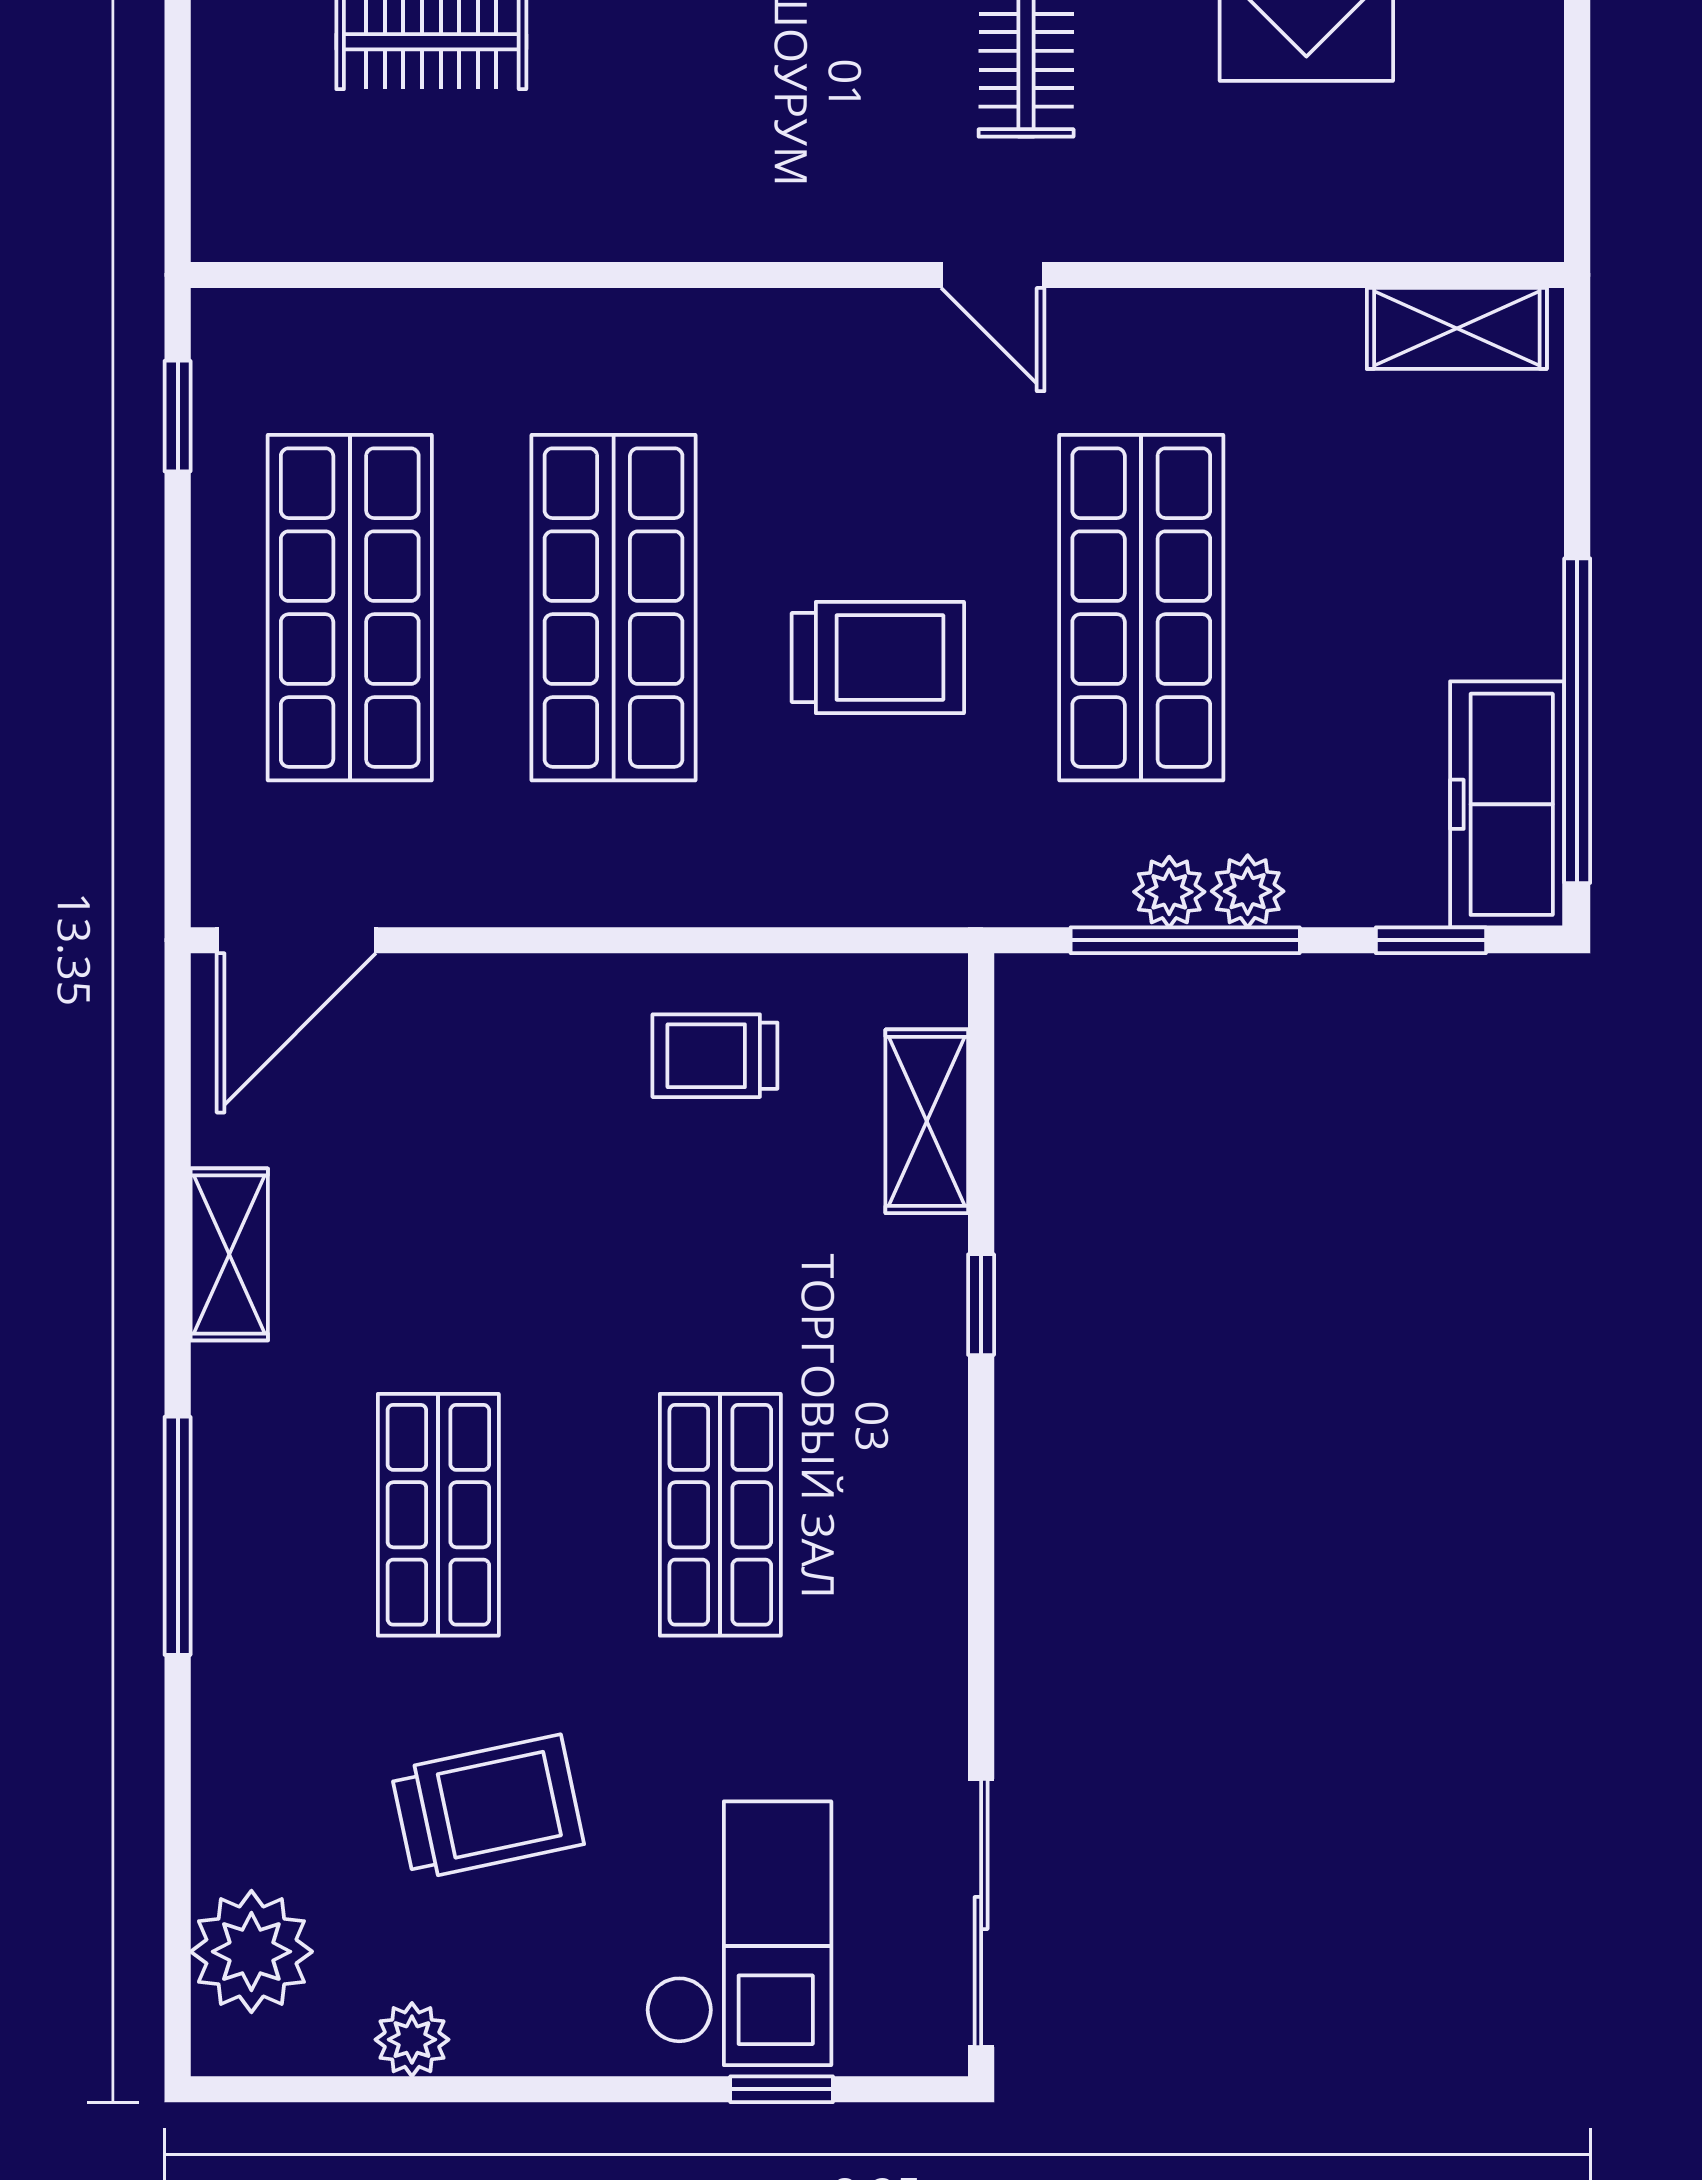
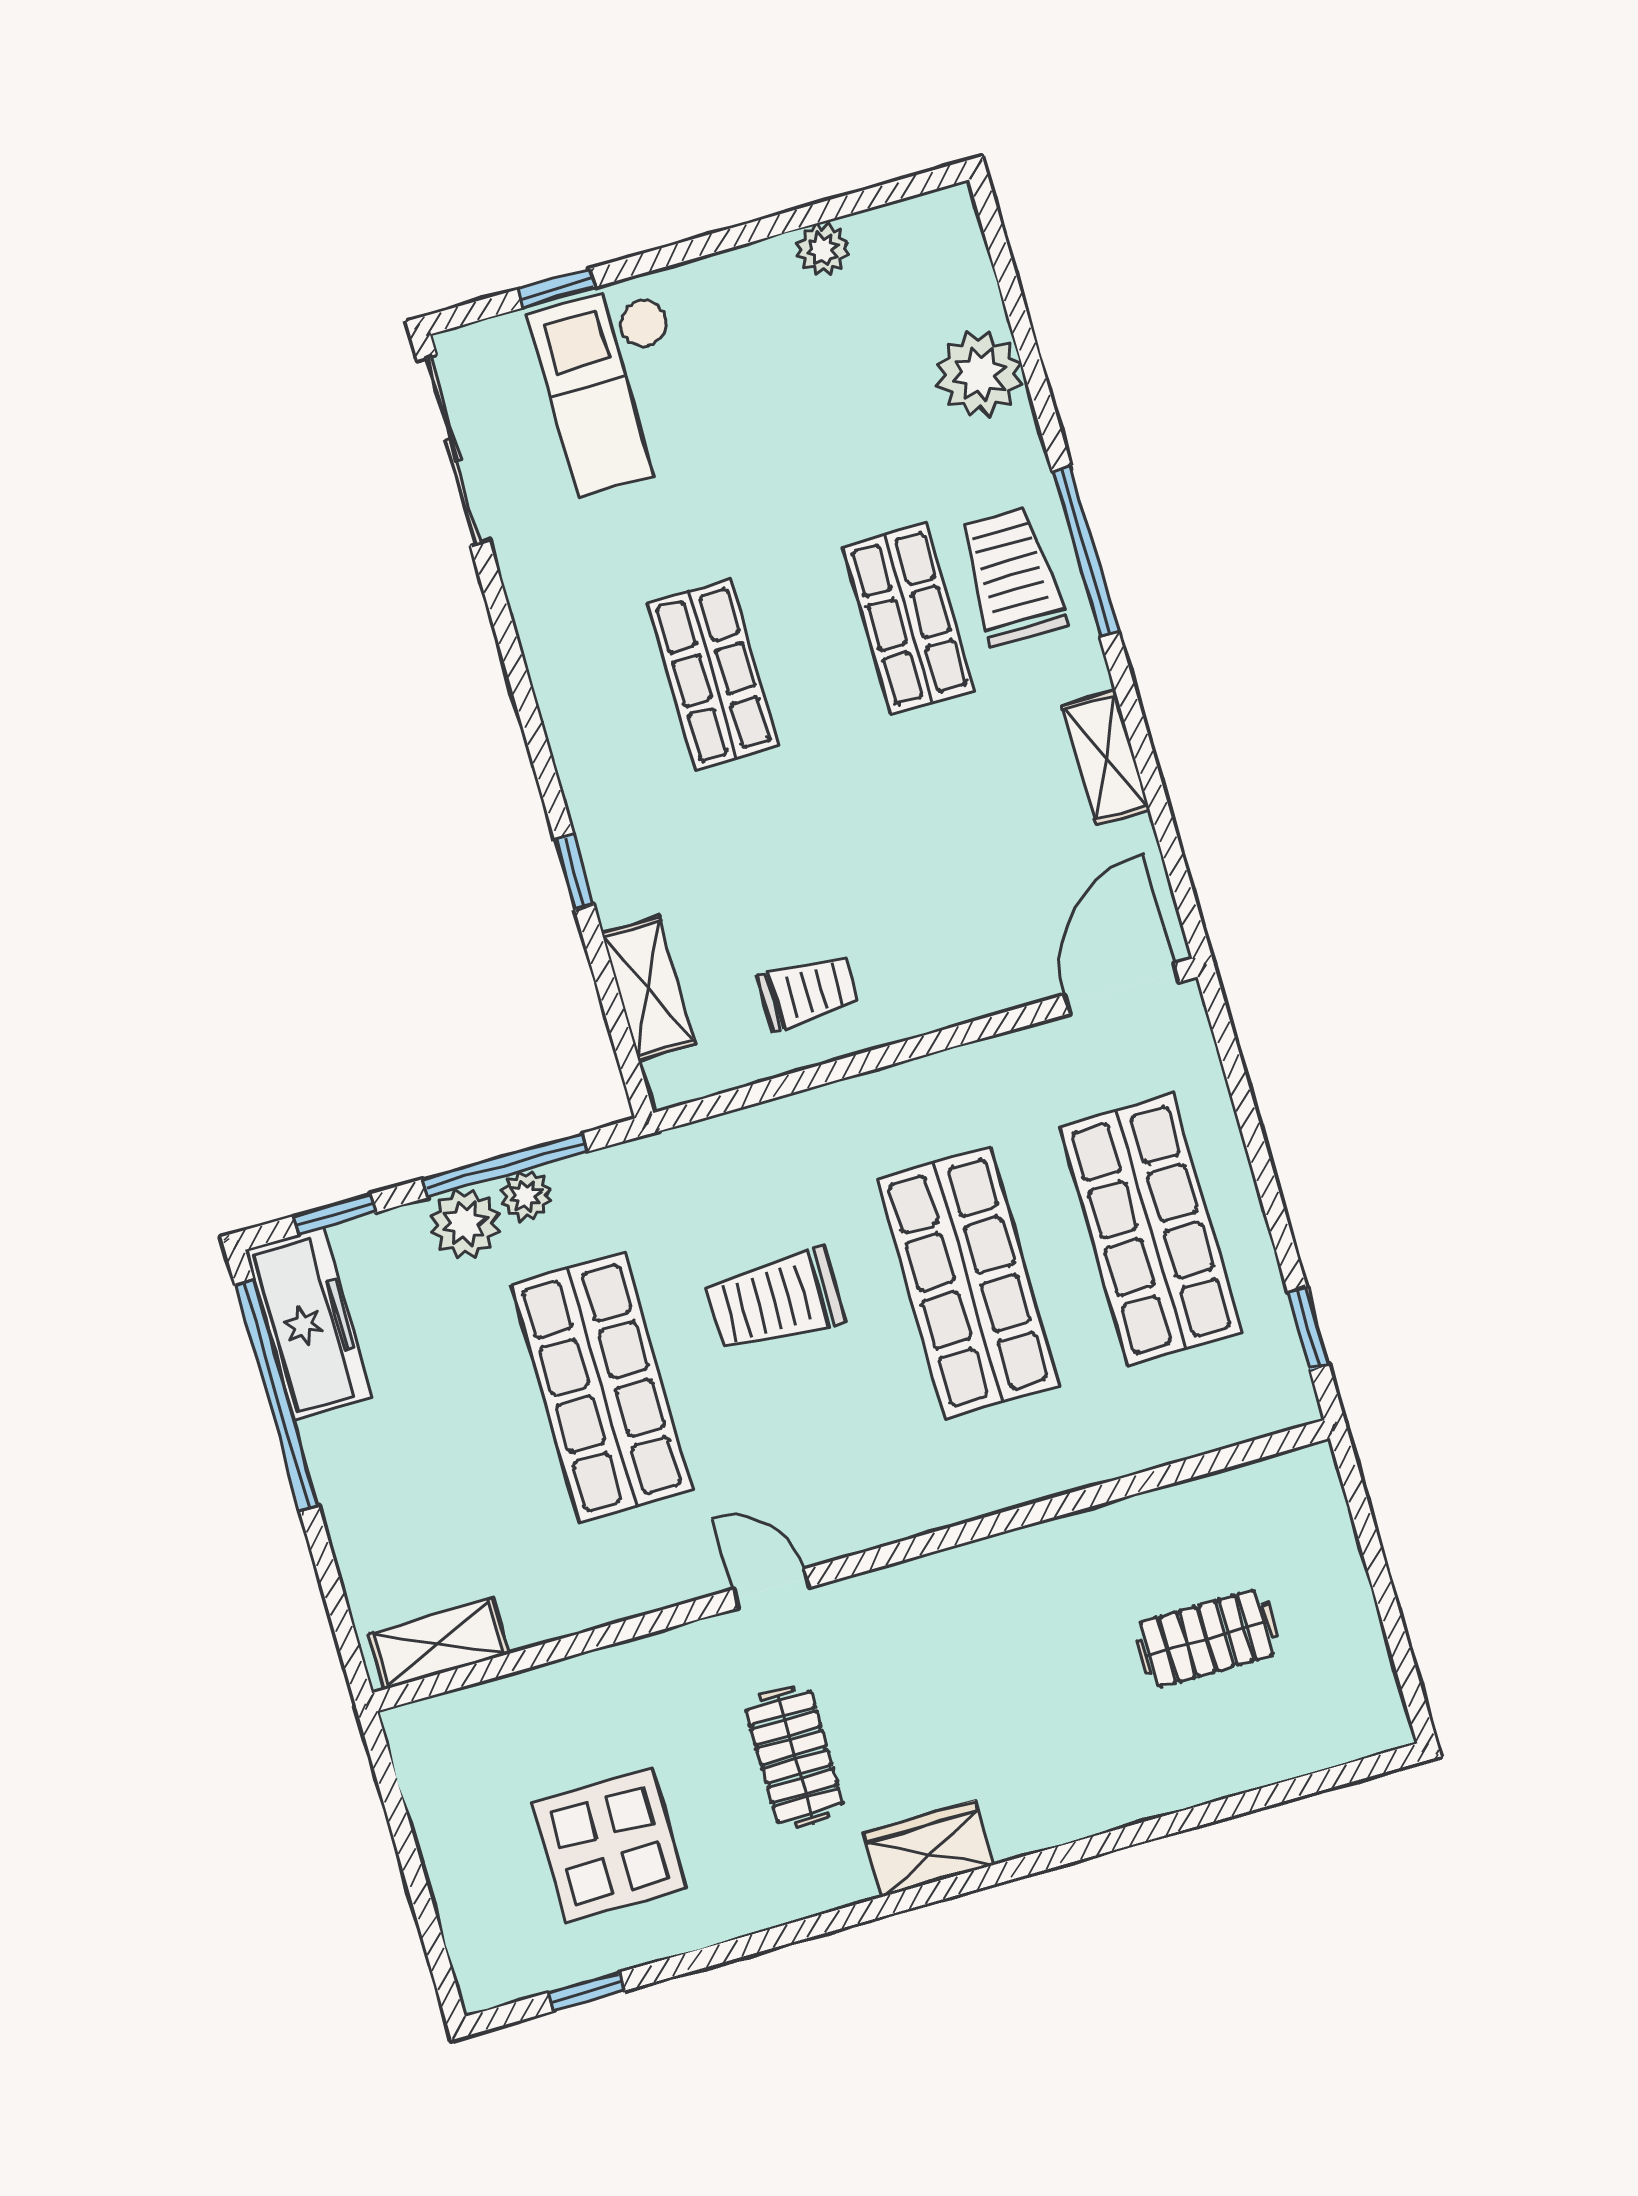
plant: (1248, 891) -> (465, 1224), width x1.38, depth x1.38
trolley: (487, 1807) -> (1012, 576), moved, turned 102
plant: (251, 1952) -> (979, 374), moved

